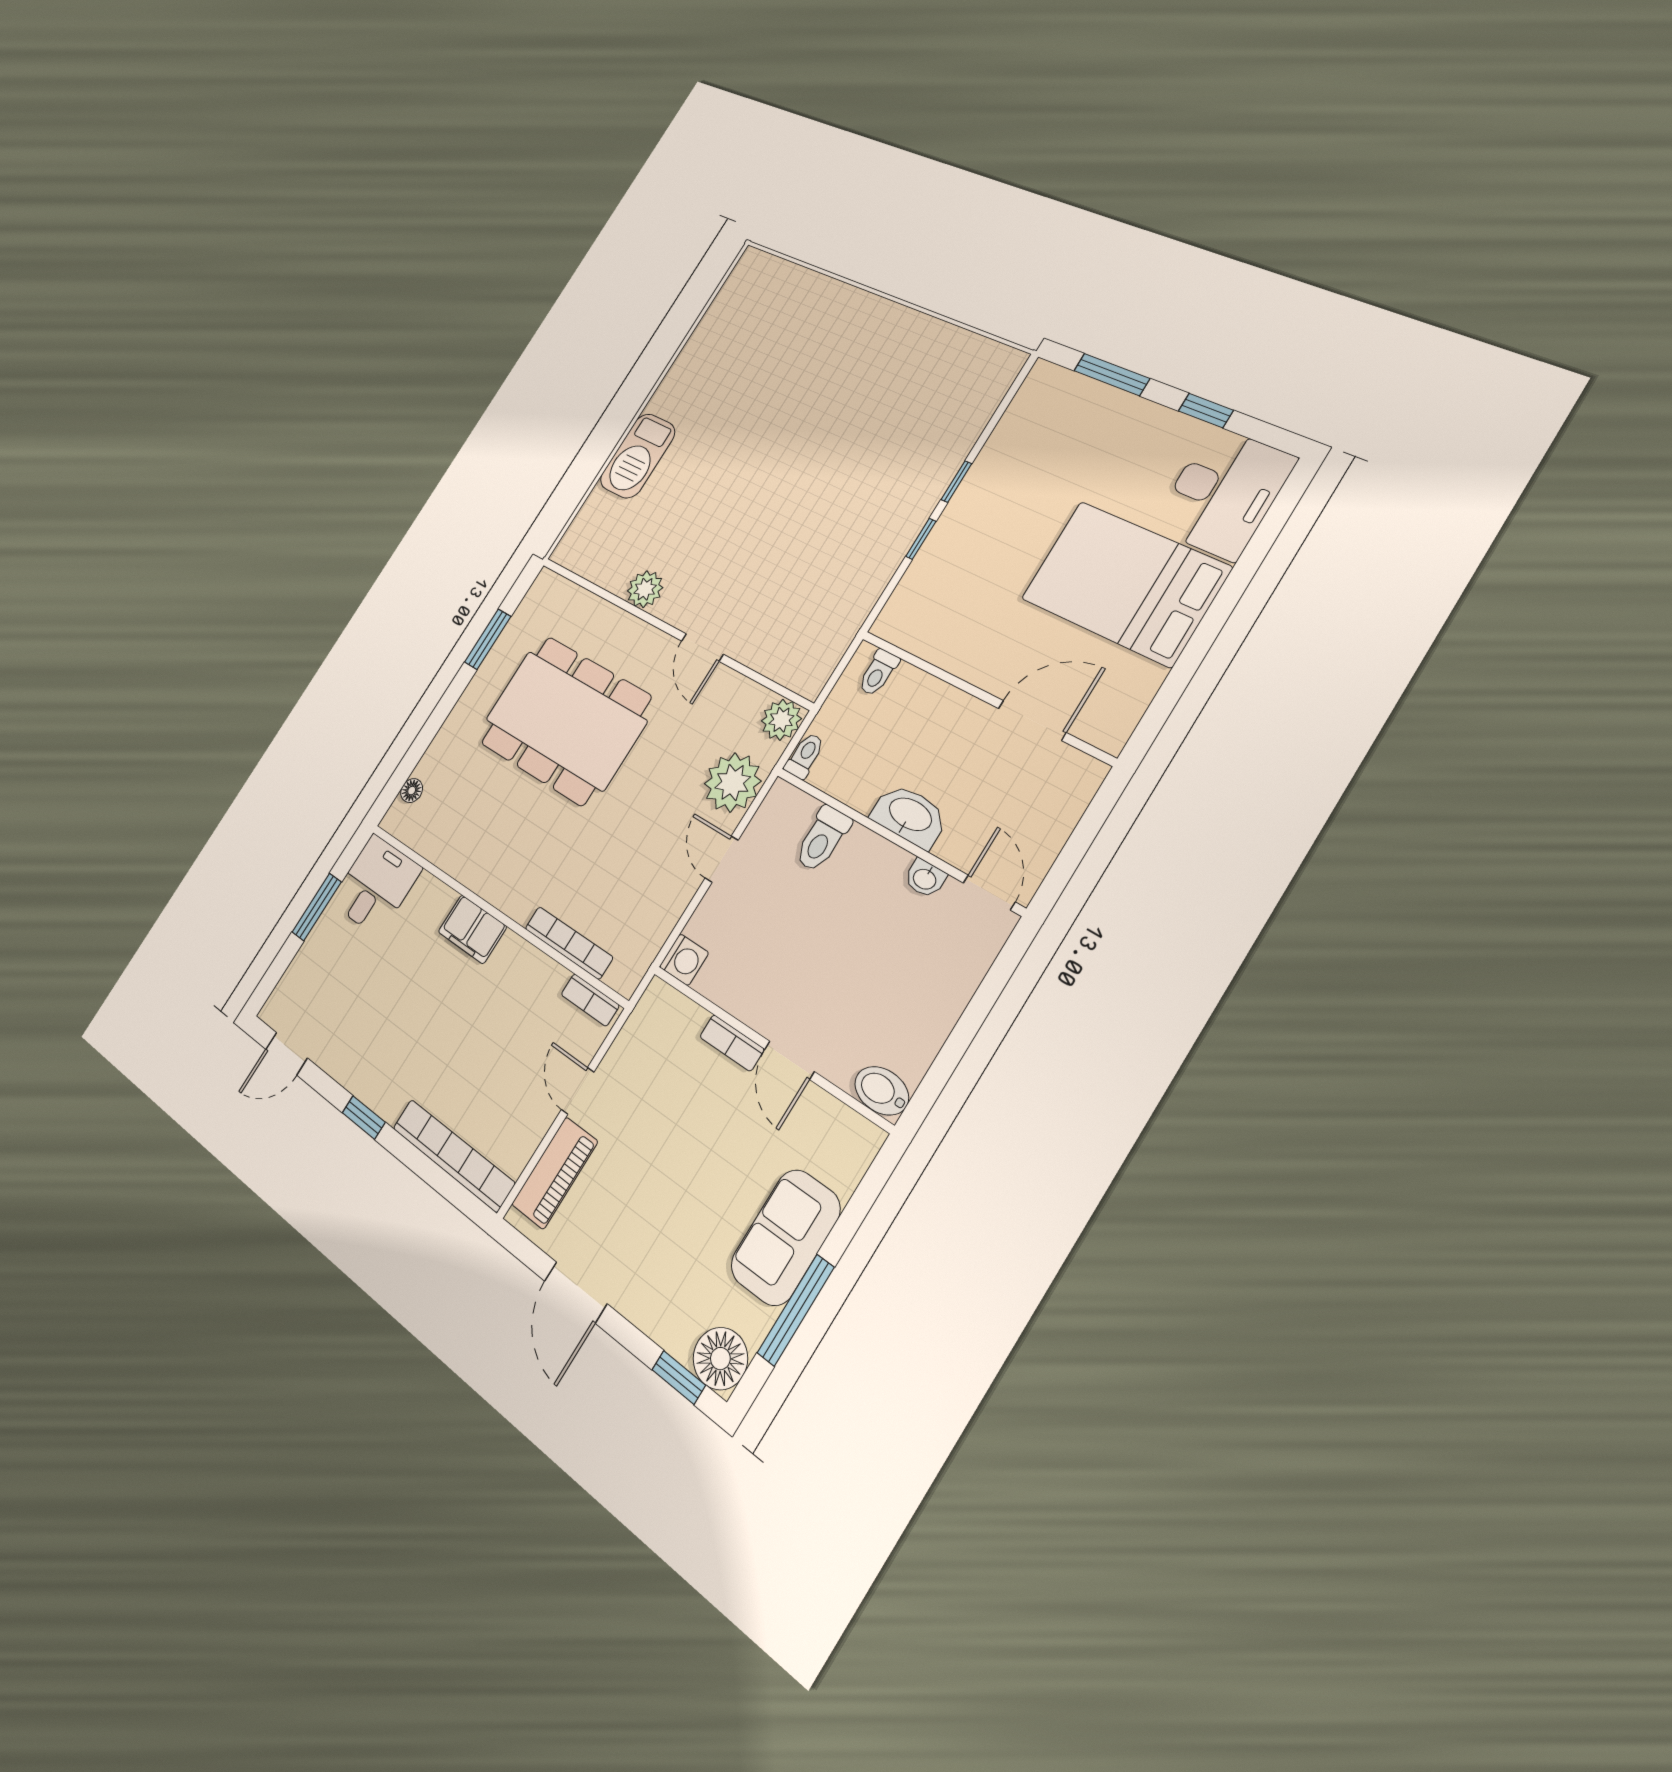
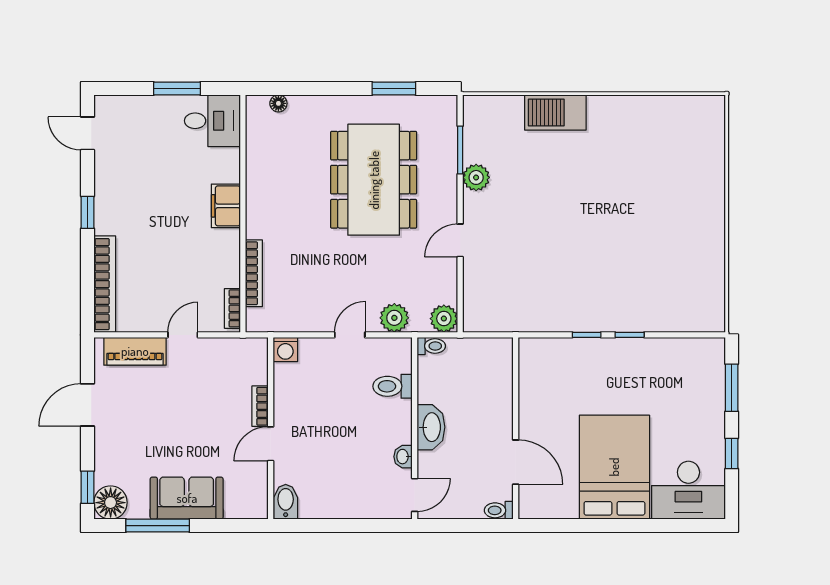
window: (603, 593) -> (460, 150), added
toilet: (878, 673) -> (499, 510), moved
plant: (733, 782) -> (394, 318), width x0.73, depth x0.73

